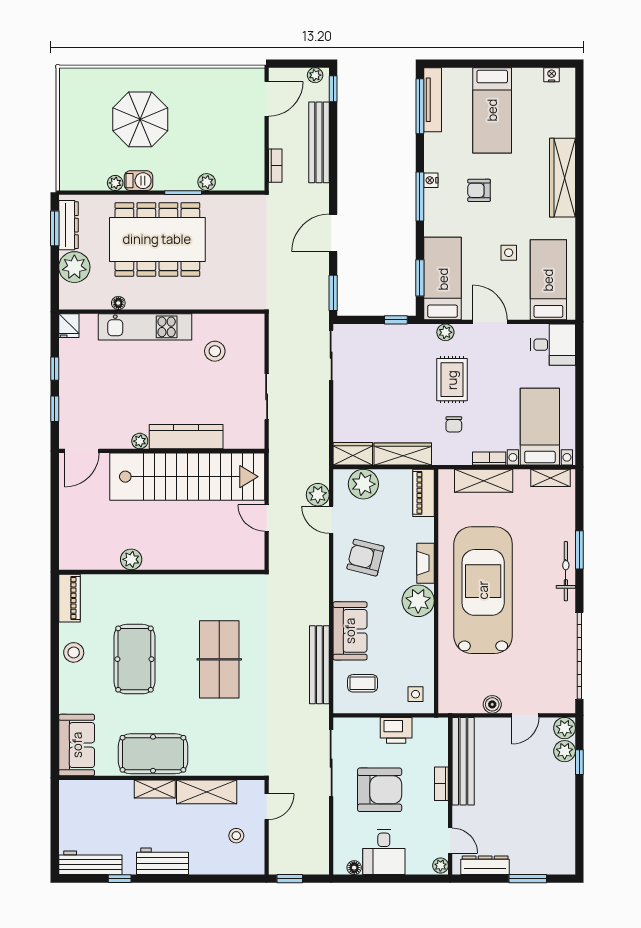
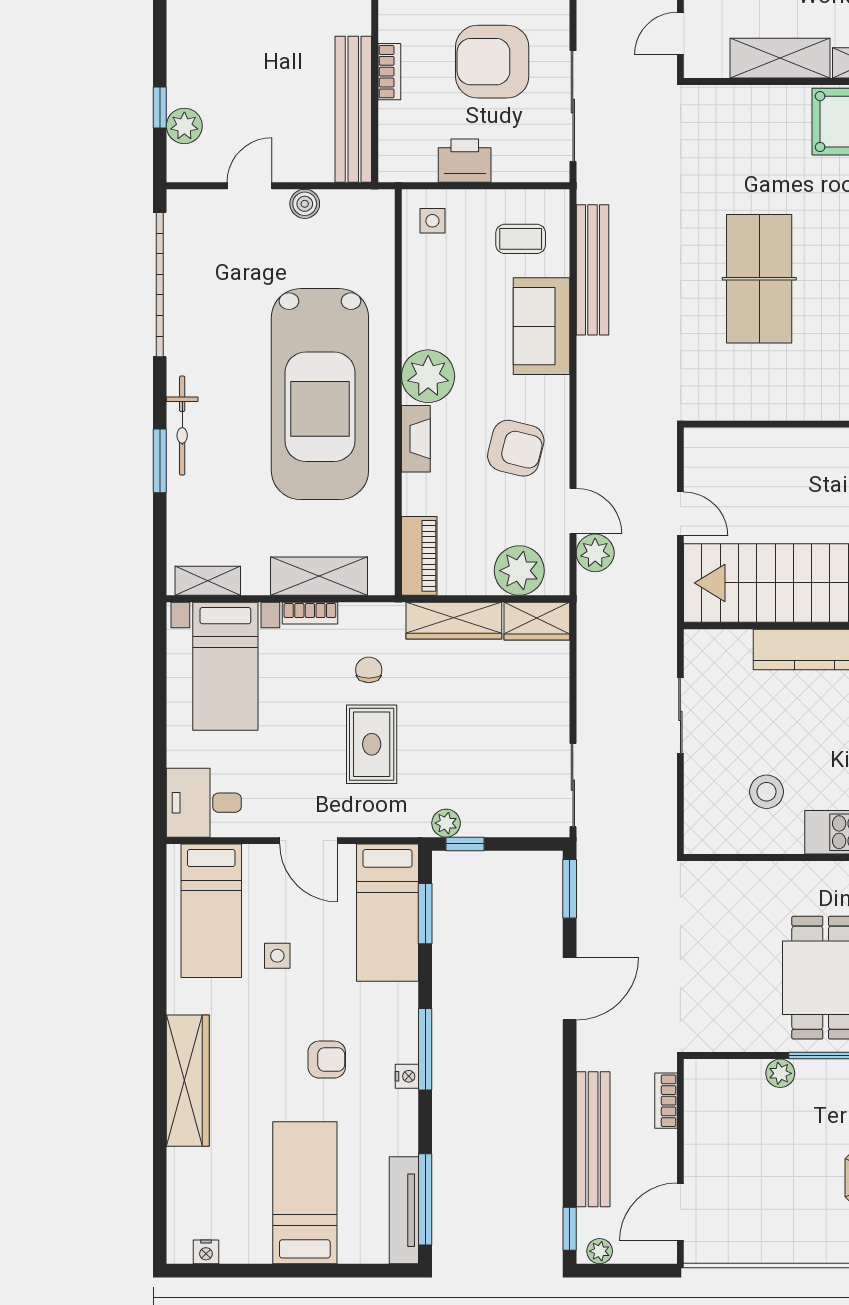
plant: (445, 332) -> (446, 823), moved
plant: (565, 728) -> (184, 164), removed

